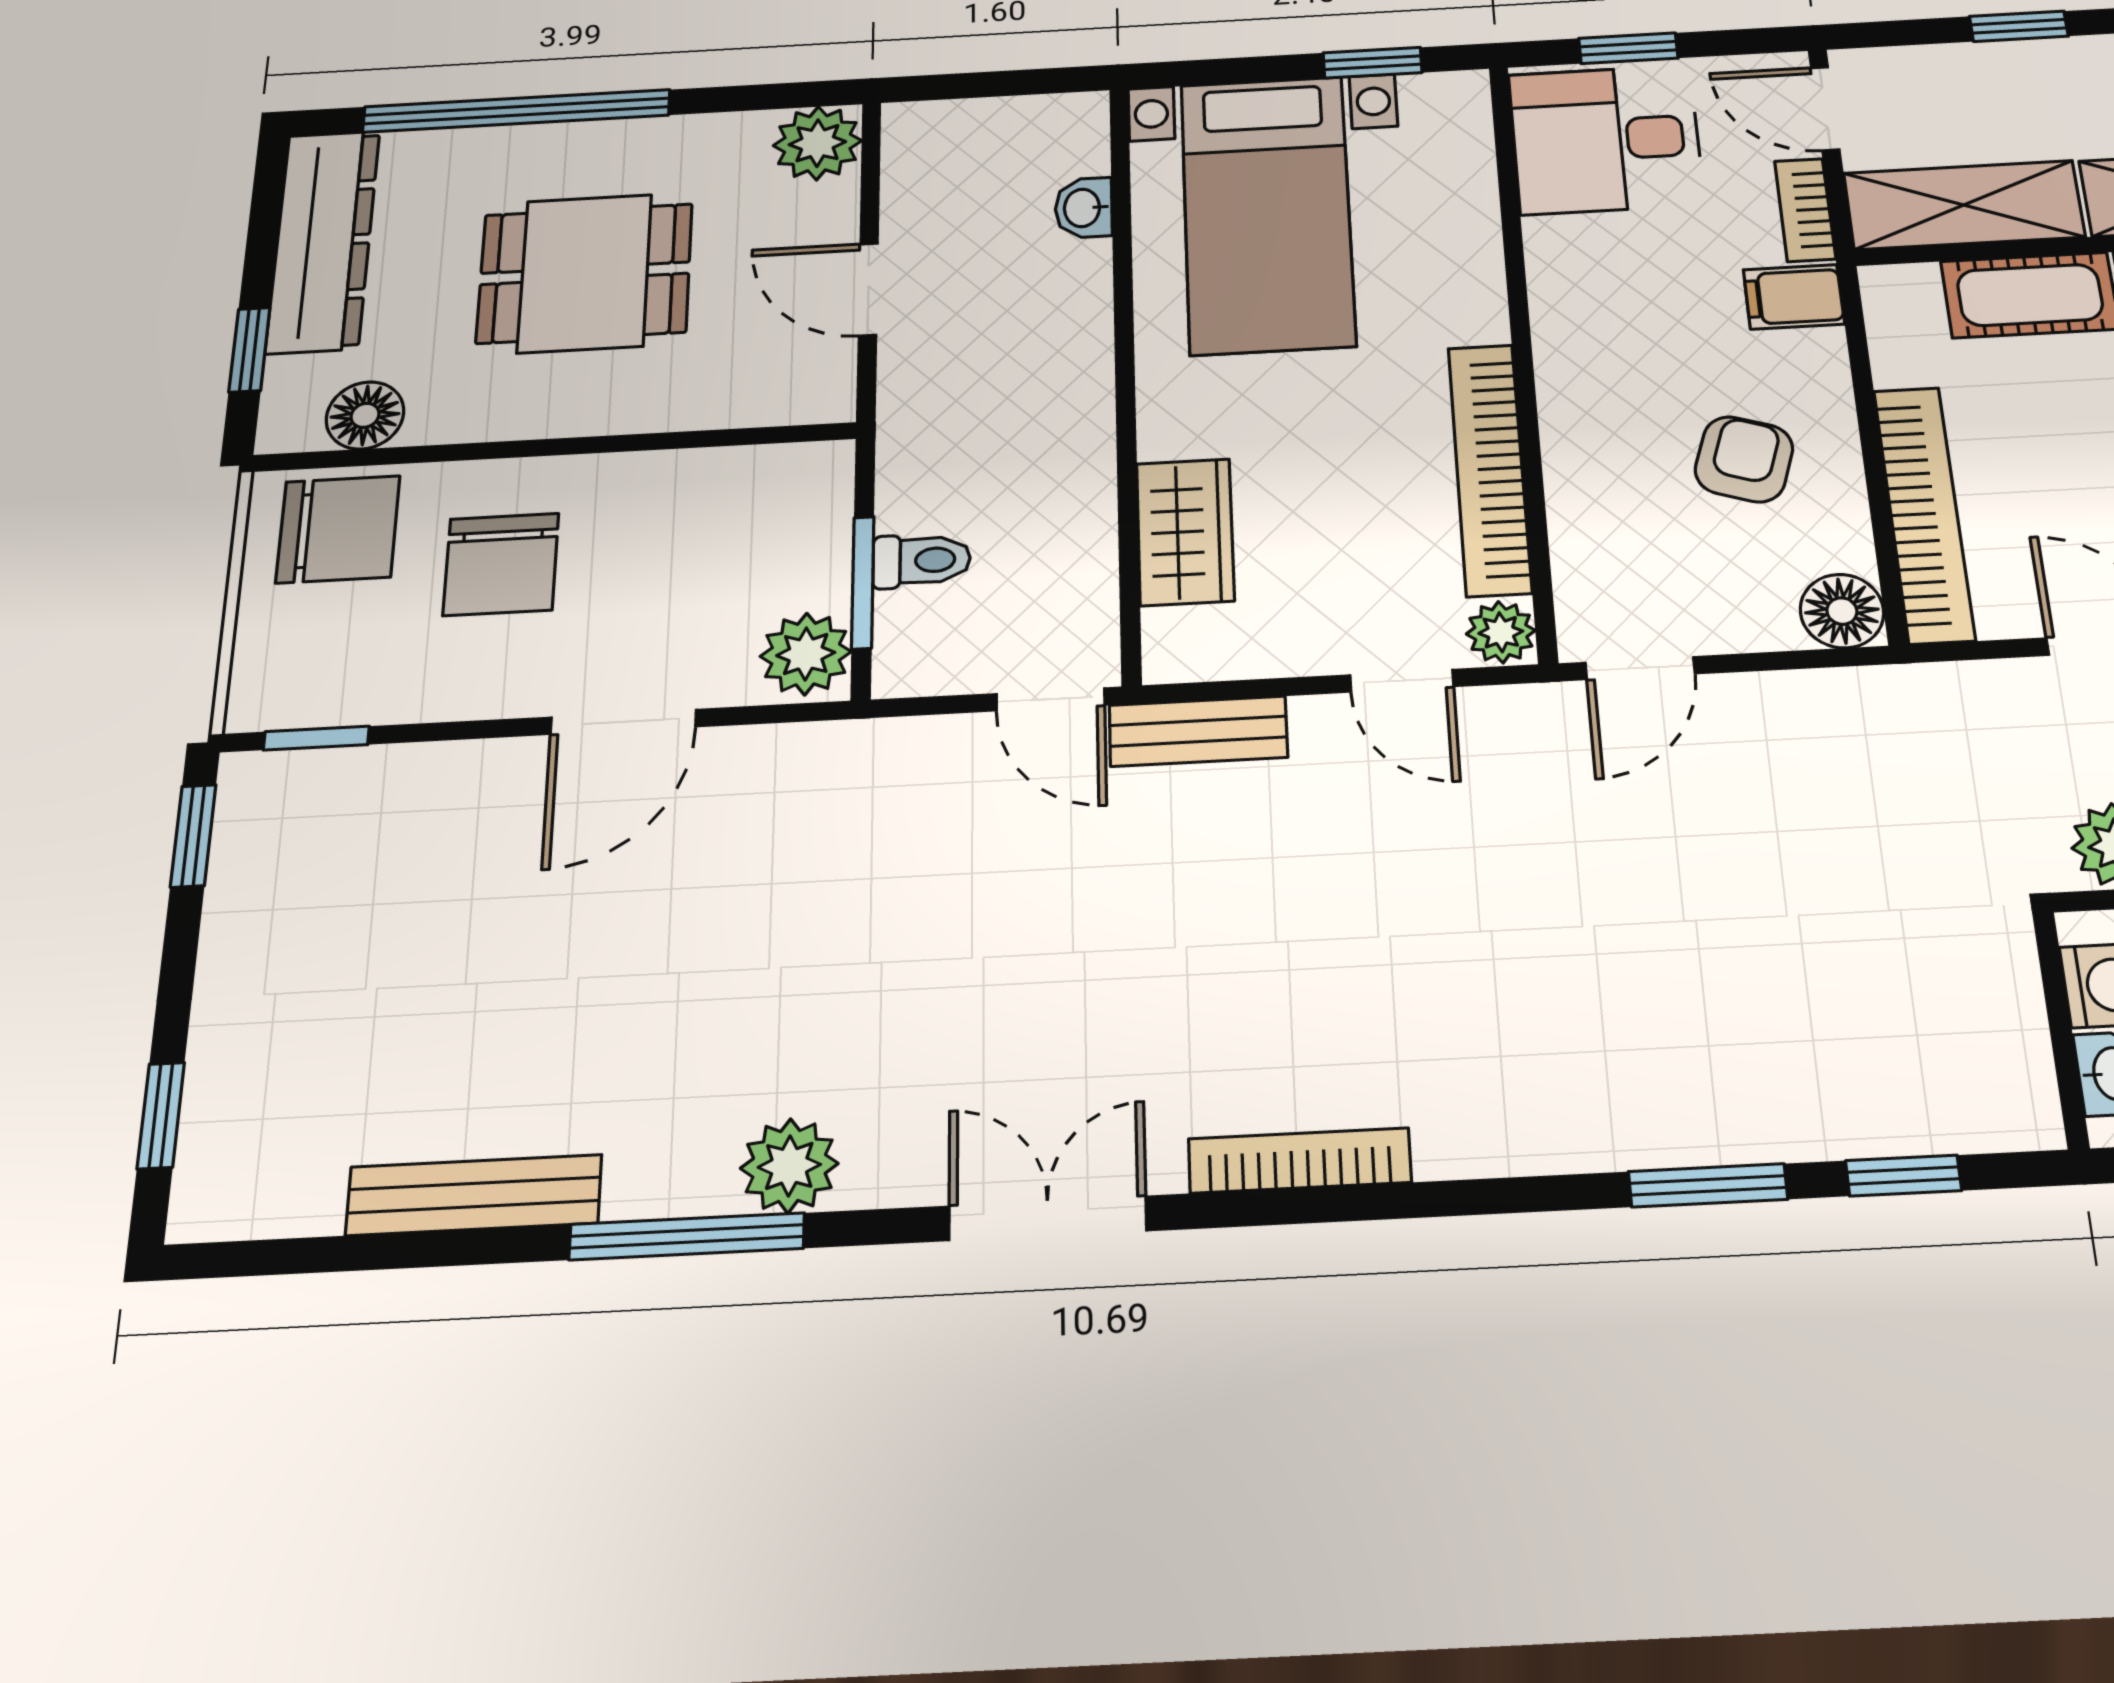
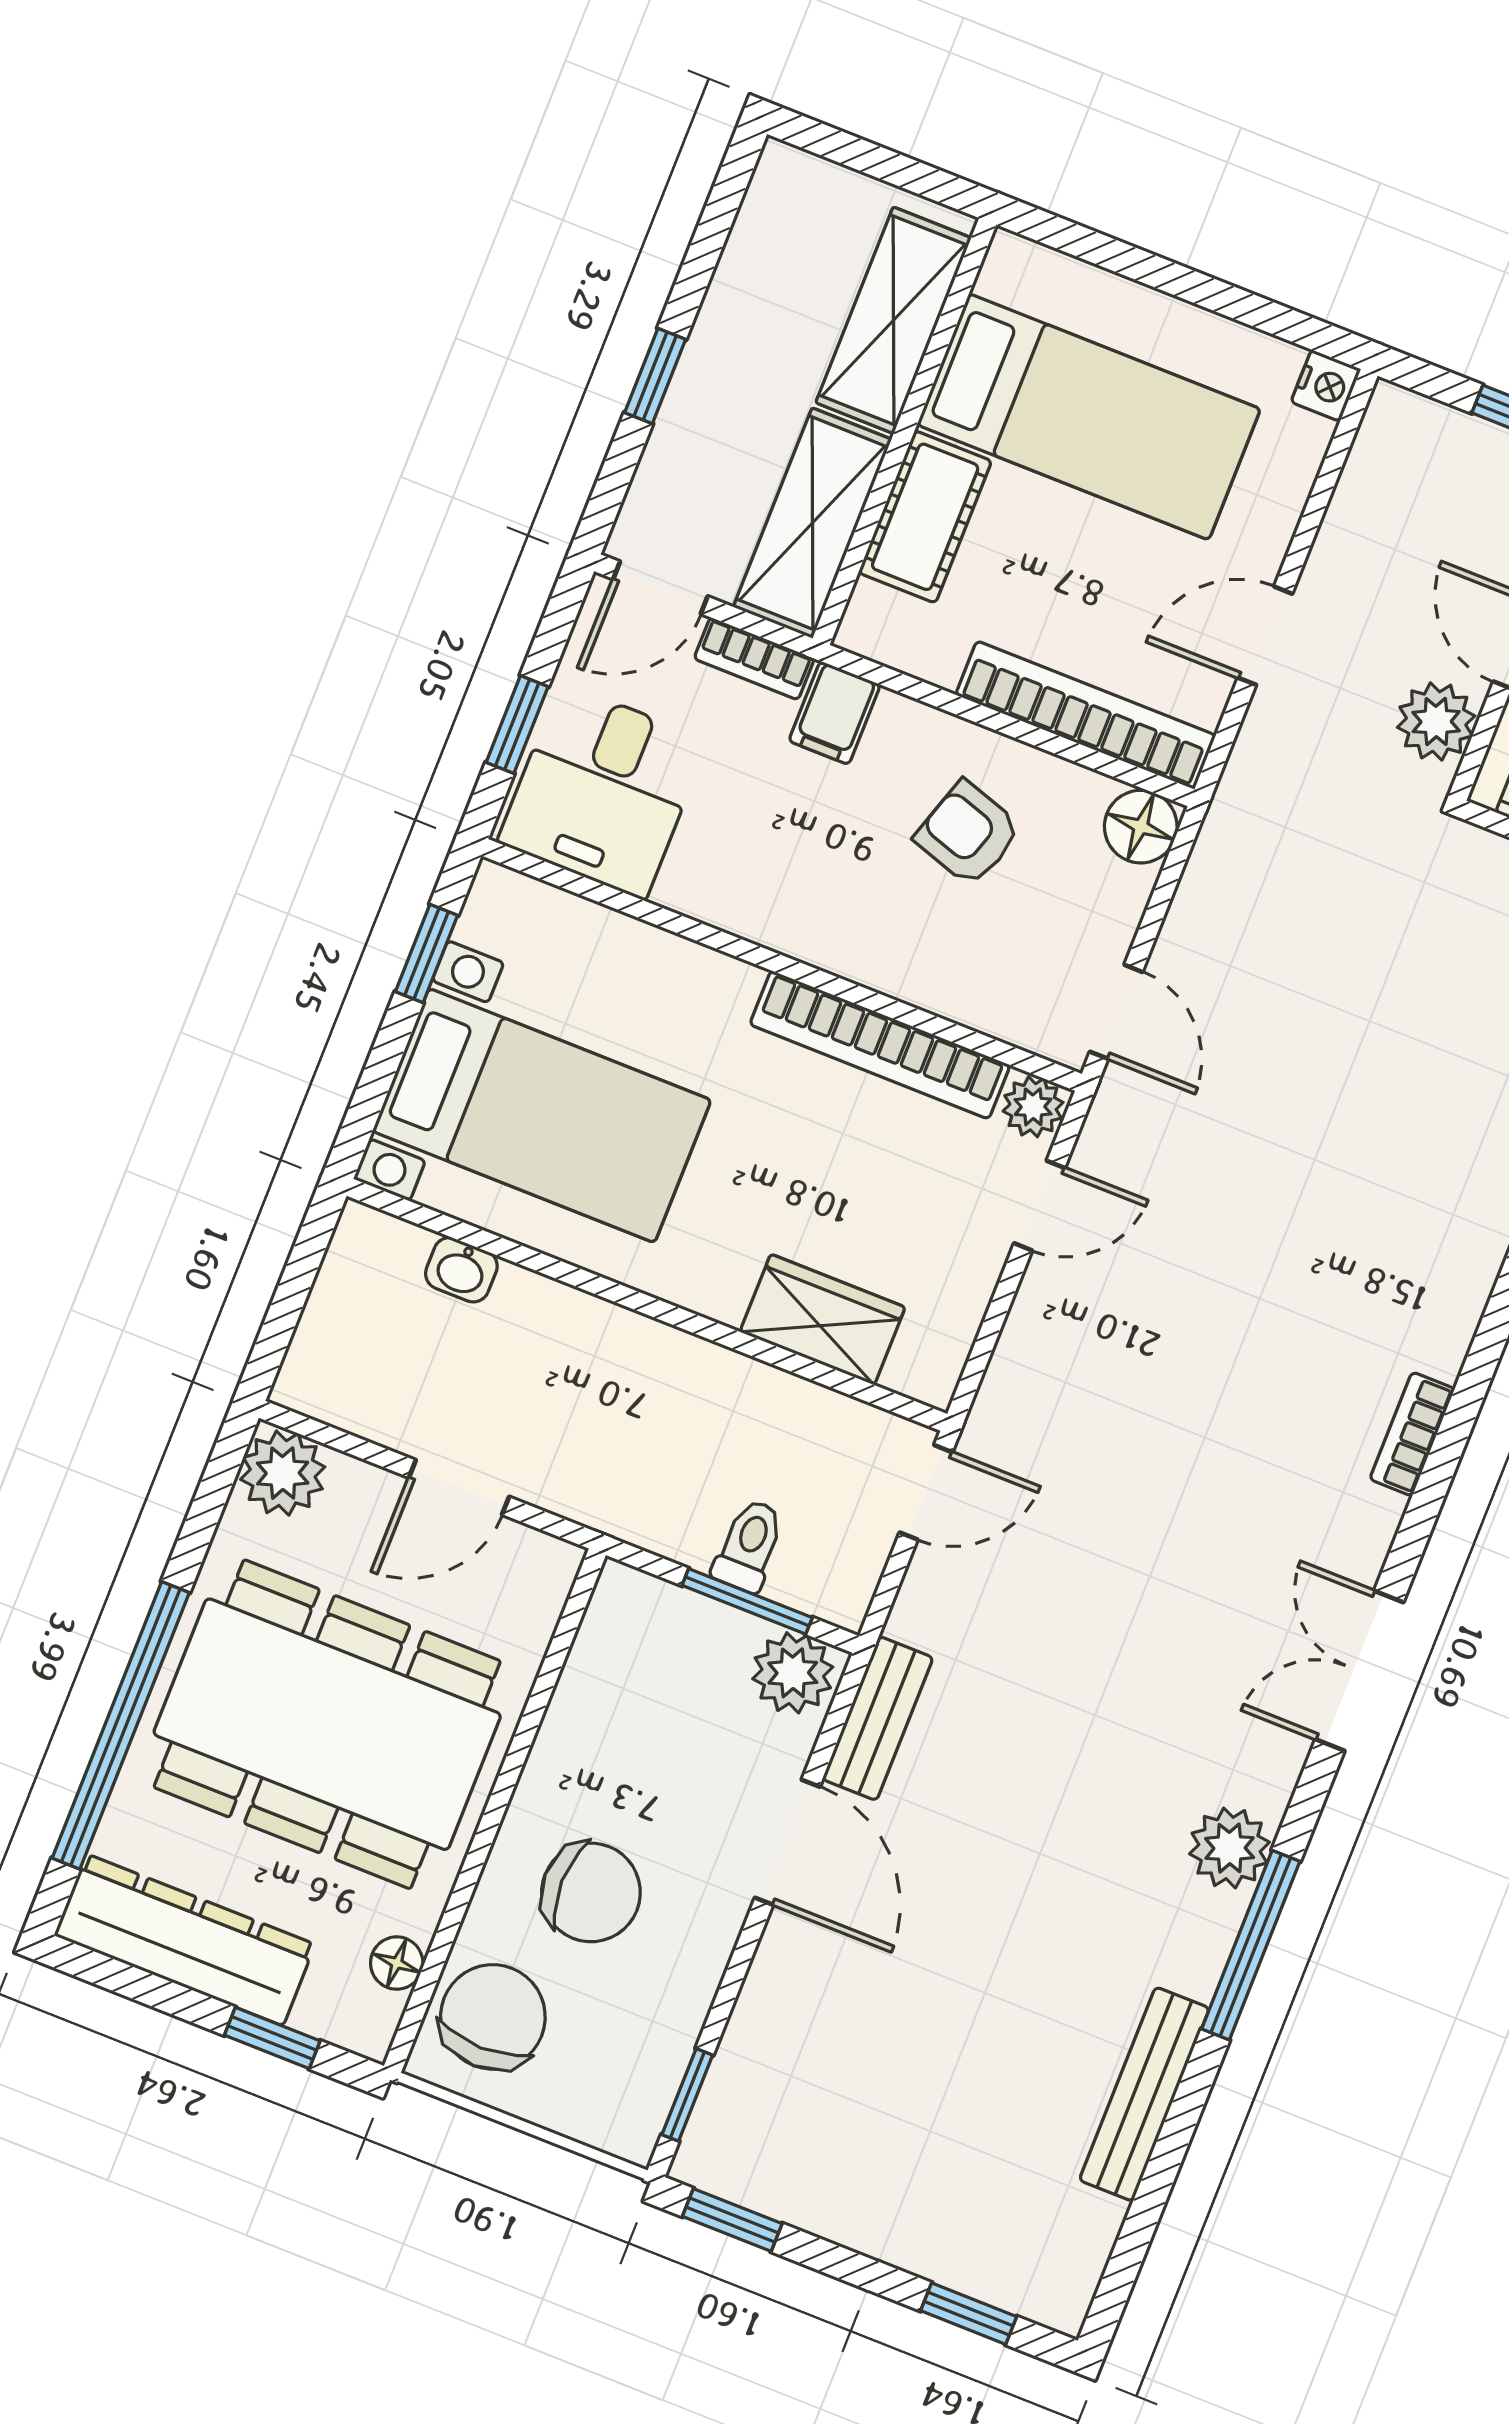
dining table: (585, 273) -> (327, 1724), width x1.87, depth x1.24
floor lamp: (365, 415) -> (397, 1963), width x0.73, depth x0.73
bench: (1198, 731) -> (878, 1718), moved
bookcase: (1300, 1161) -> (1412, 1434), width x0.64

